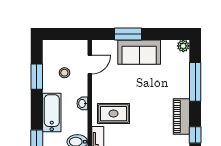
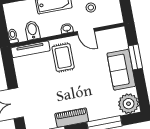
plant: (183, 46) -> (129, 104), width x1.87, depth x1.87
door: (90, 64) -> (86, 32), moved

